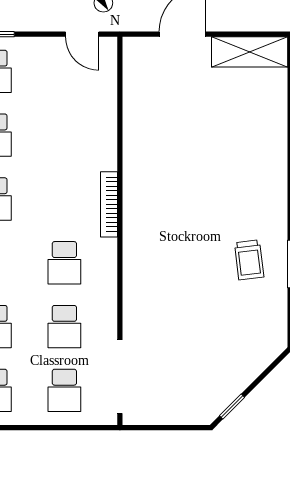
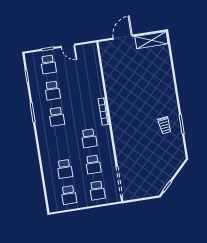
door: (82, 34) -> (68, 46), moved

